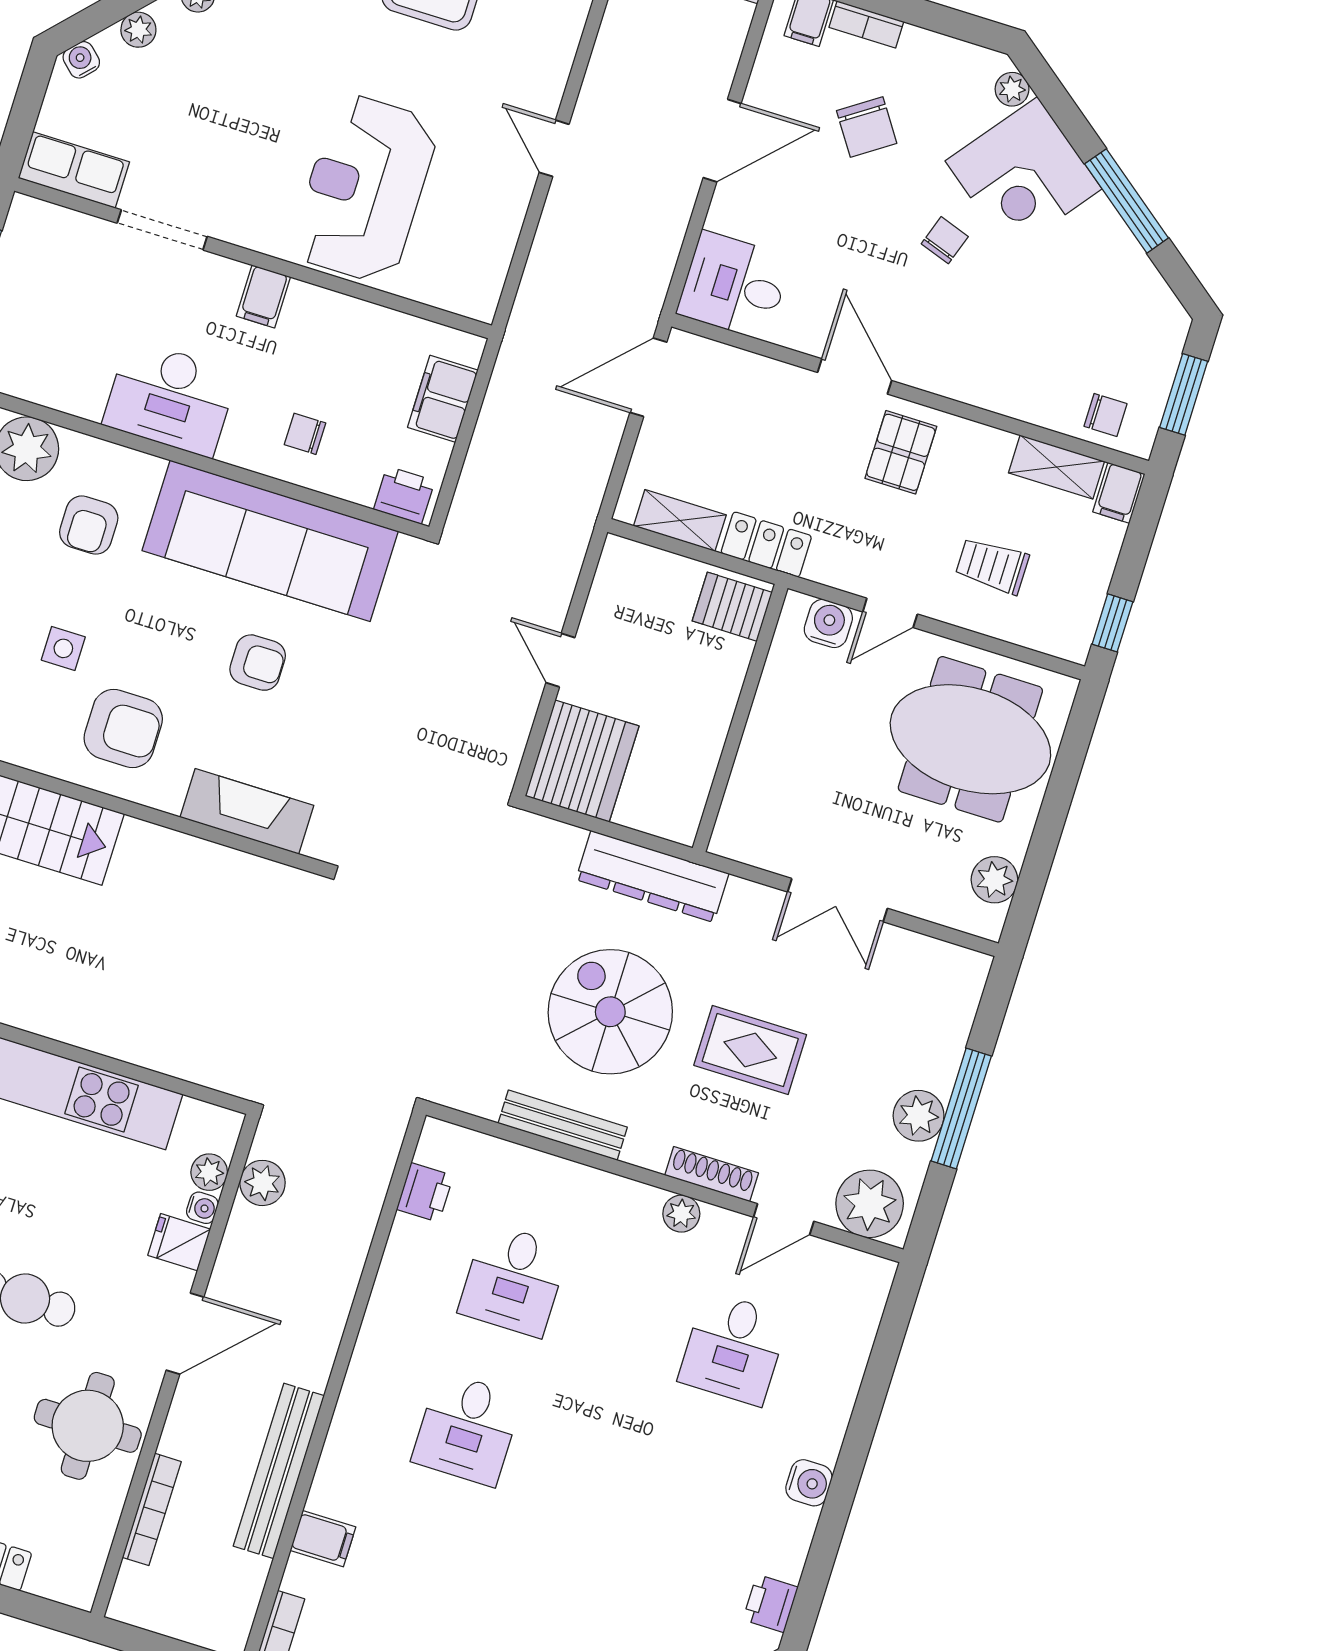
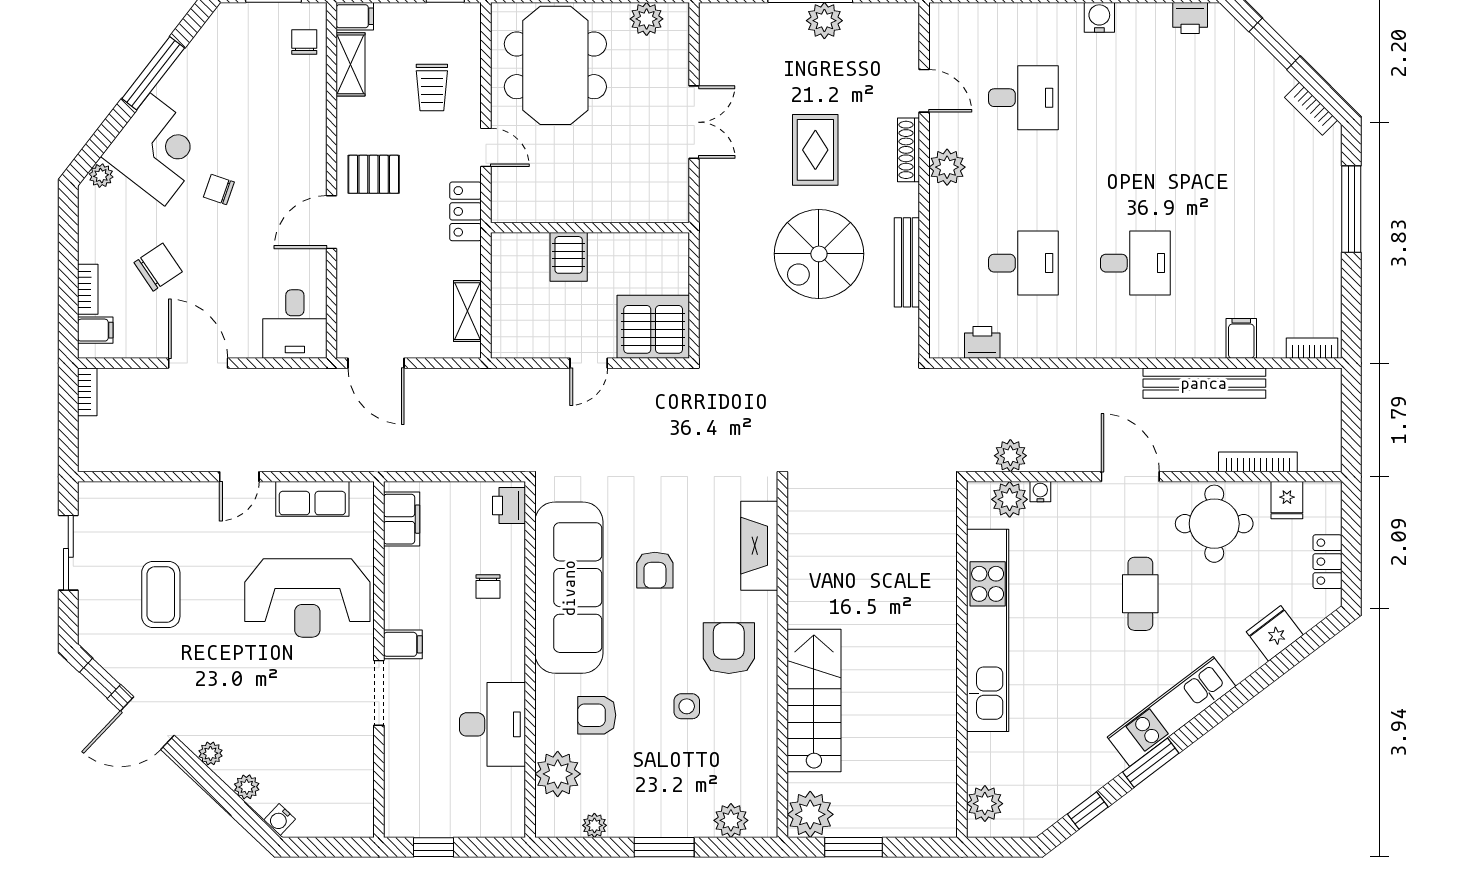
row of seats: (74, 170) -> (312, 499), moved, turned -90
doorway: (162, 230) -> (379, 693), moved
desk: (170, 398) -> (492, 724), moved
filing cabinet: (443, 399) -> (402, 519), moved, turned -90
armchair: (89, 525) -> (597, 715), turned 180
locker: (766, 544) -> (465, 211), moved
server rack: (732, 607) -> (569, 257), moved
water cooler: (828, 624) -> (506, 187), removed
armchair: (258, 663) -> (655, 570), turned 180
dresser: (652, 876) -> (717, 254), removed
plant: (209, 1172) -> (1010, 499), width x1.38, depth x1.38
plant: (870, 1204) -> (895, 35), removed
plant: (681, 1214) -> (947, 167), width x1.38, depth x1.38
fridge: (179, 1242) -> (1287, 500), moved

